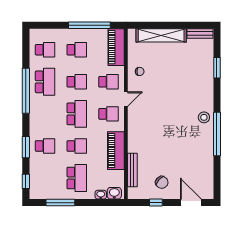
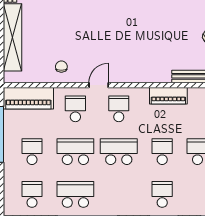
school desk: (77, 82) -> (75, 152), width x1.85
door: (126, 99) -> (99, 85), hinge flipped
piano: (116, 151) -> (168, 96), width x0.73, depth x0.75

